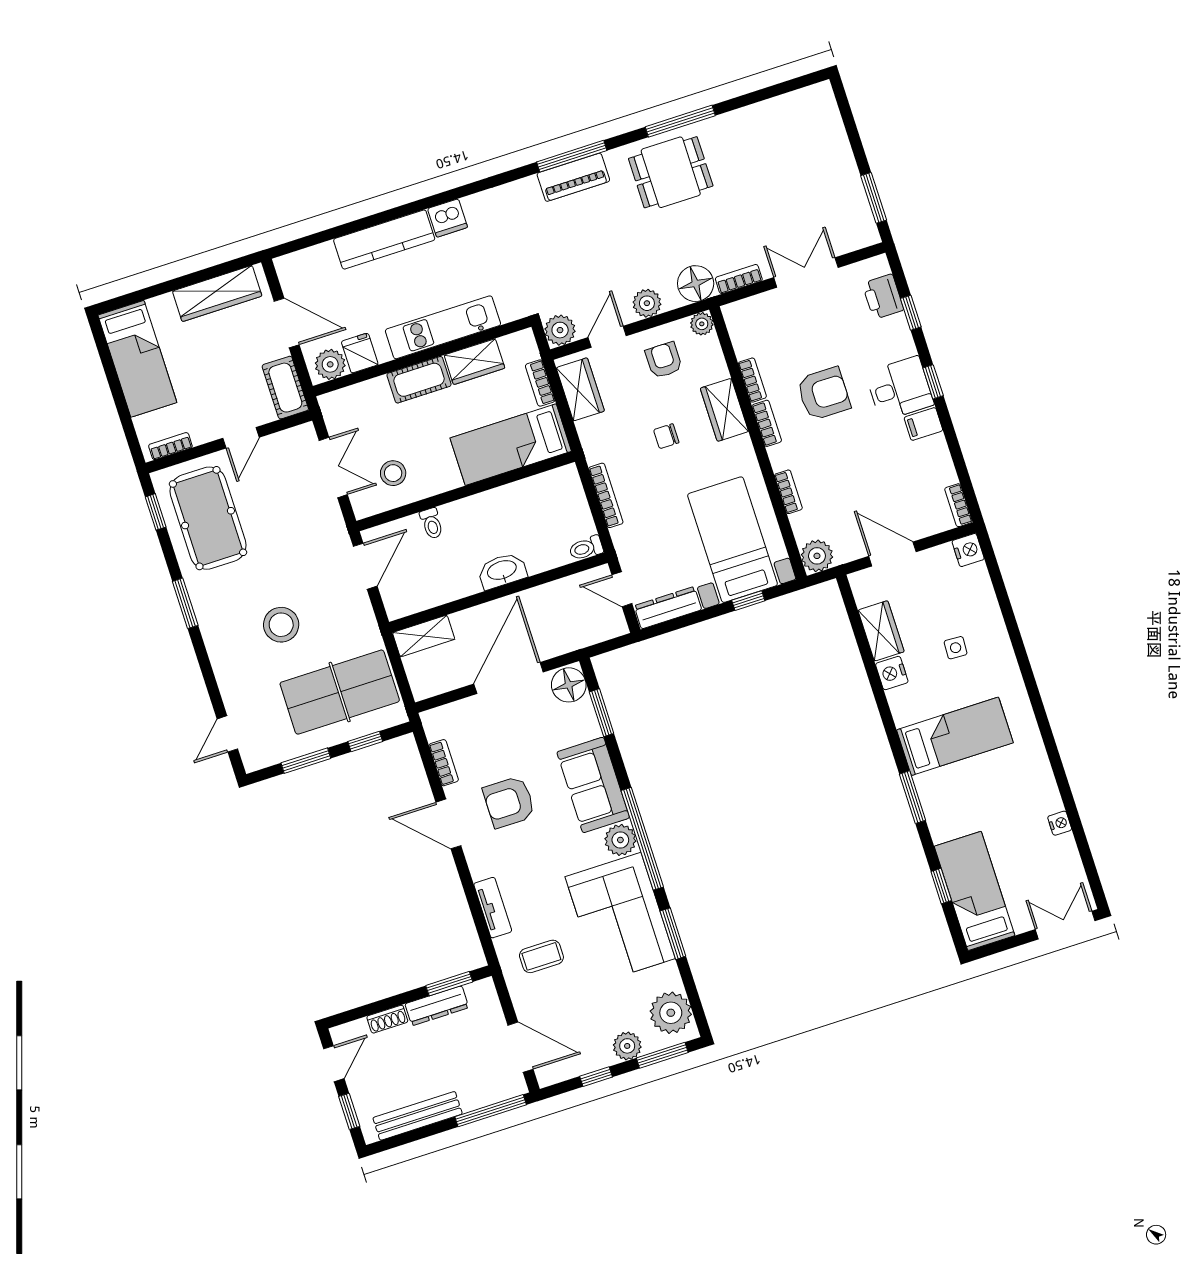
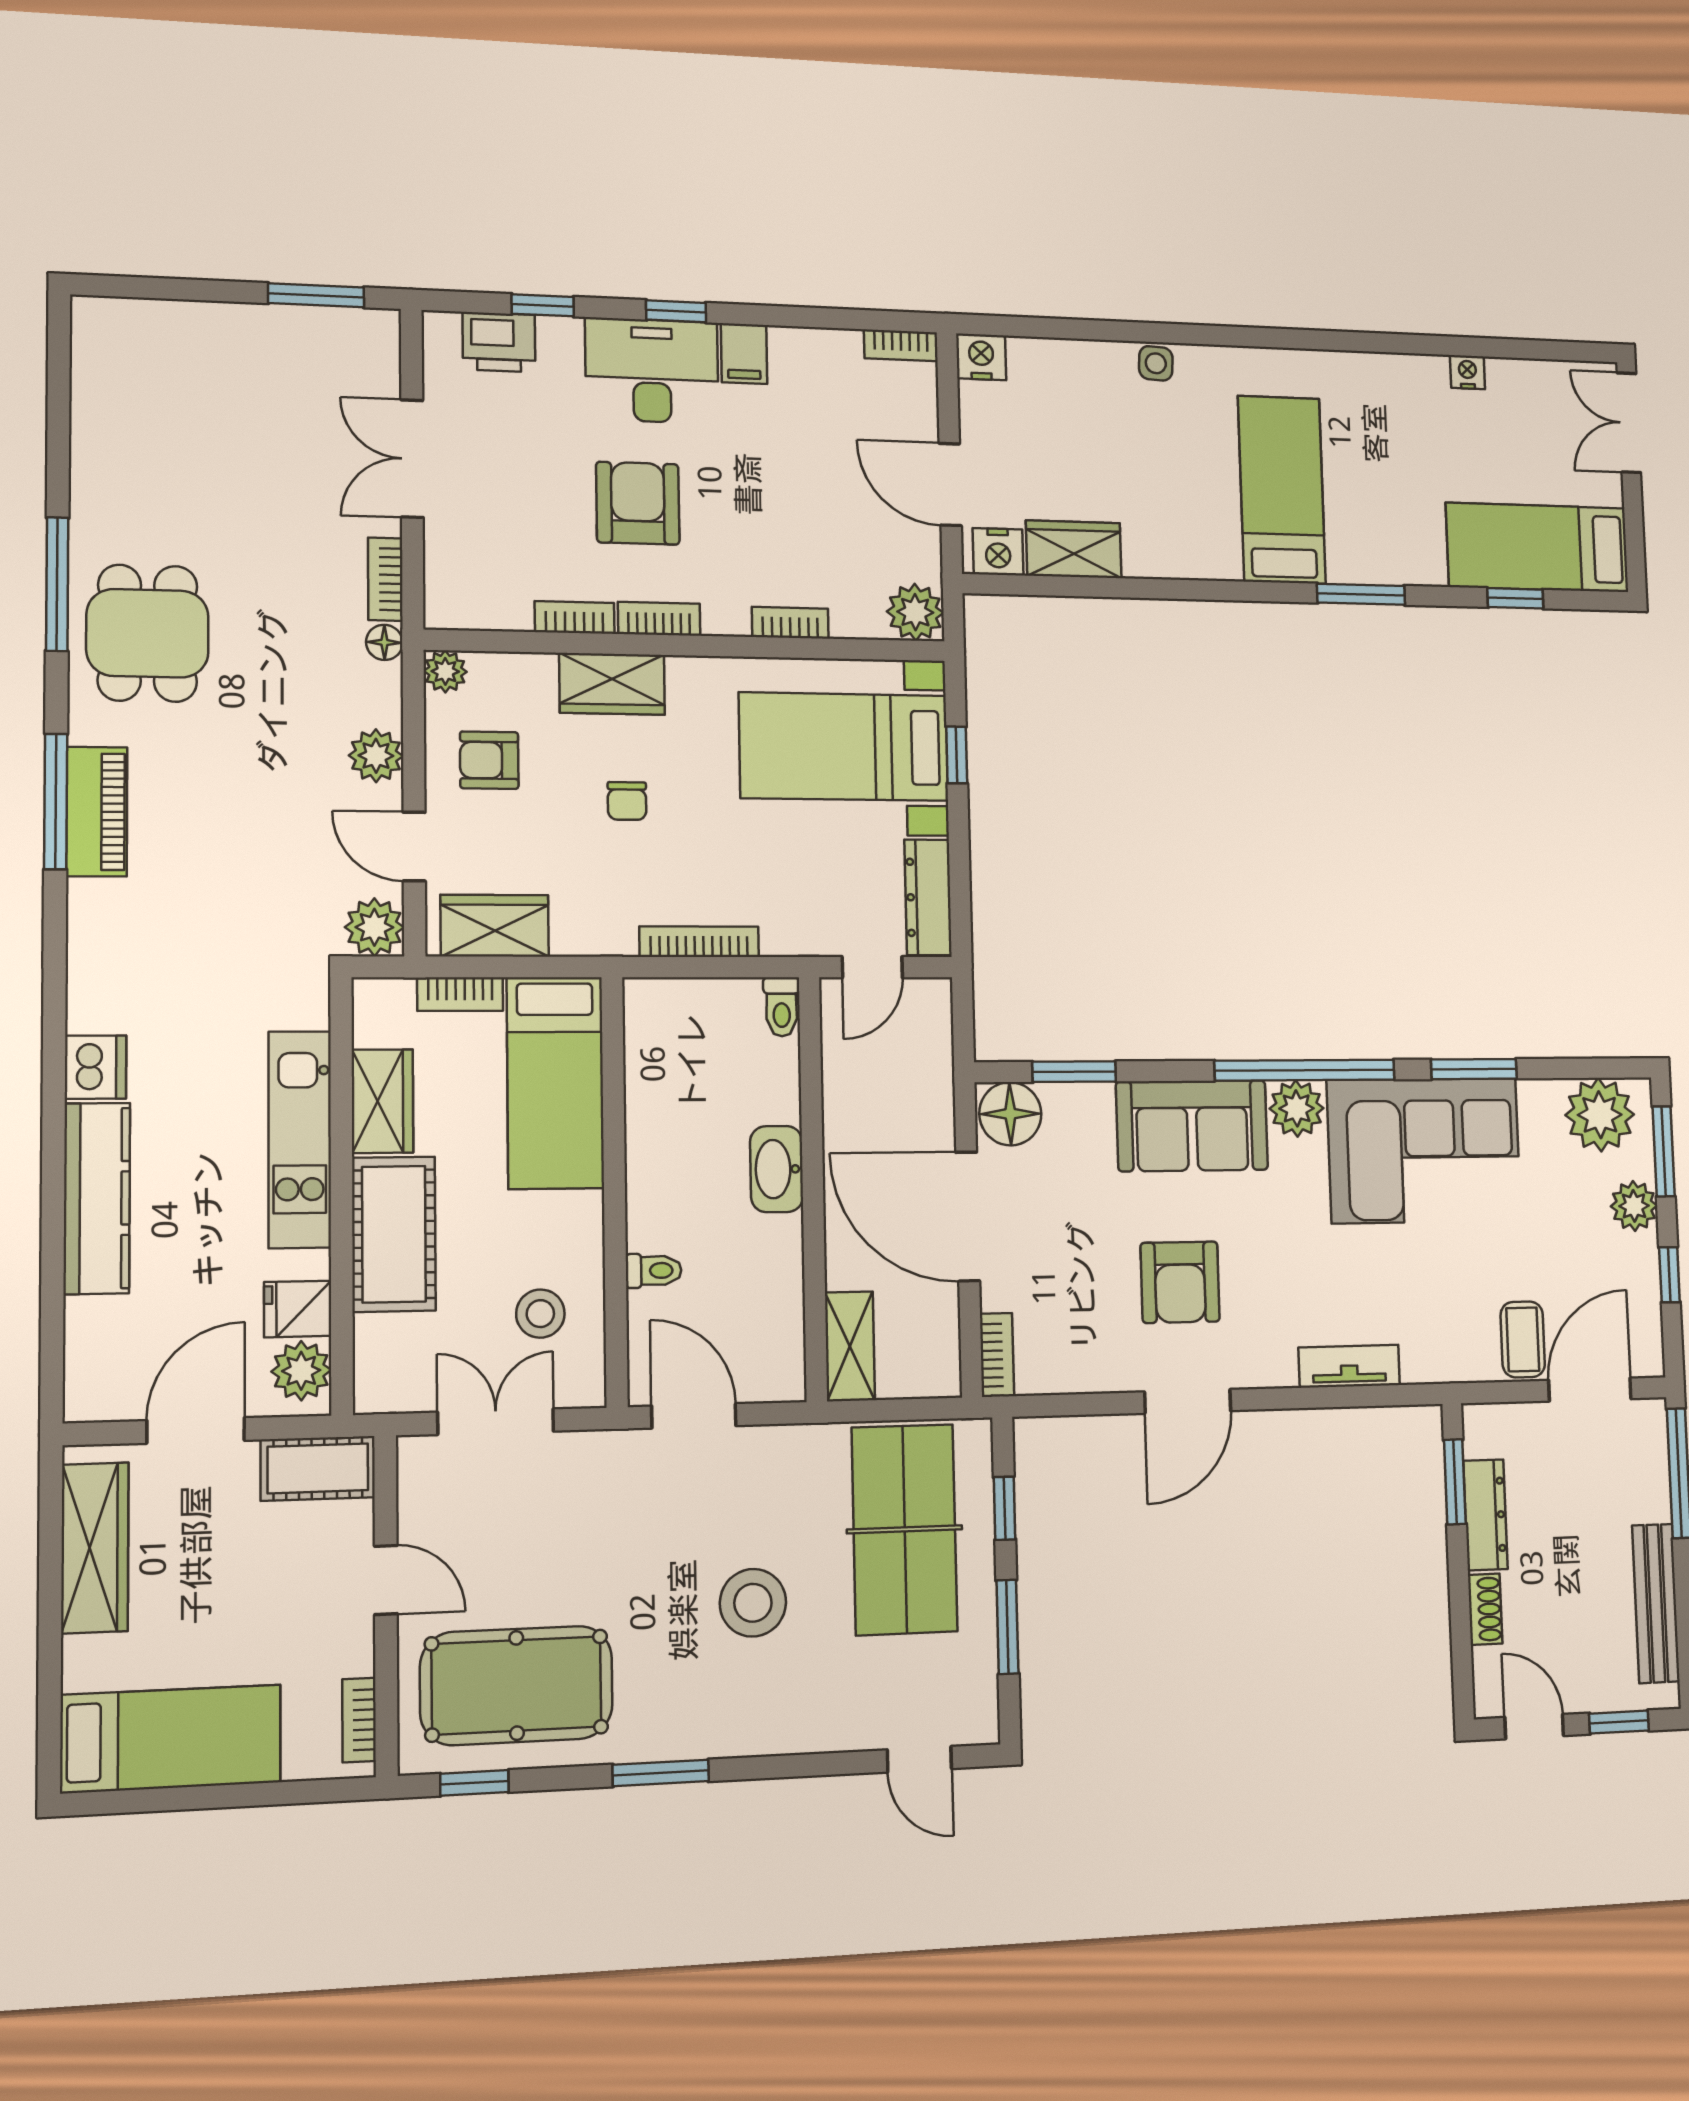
floor lamp: (696, 284) -> (384, 642), width x0.53, depth x0.53
cot: (419, 380) -> (394, 1234), width x1.37, depth x1.34
desk: (900, 389) -> (652, 371), width x1.37
door: (892, 554) -> (950, 484), hinge flipped
side table: (956, 648) -> (1156, 363), moved
nightstand: (892, 673) -> (998, 552), moved
bookcase: (444, 763) -> (997, 1355), moved, turned 90
coffee table: (541, 956) -> (1523, 1339), moved

